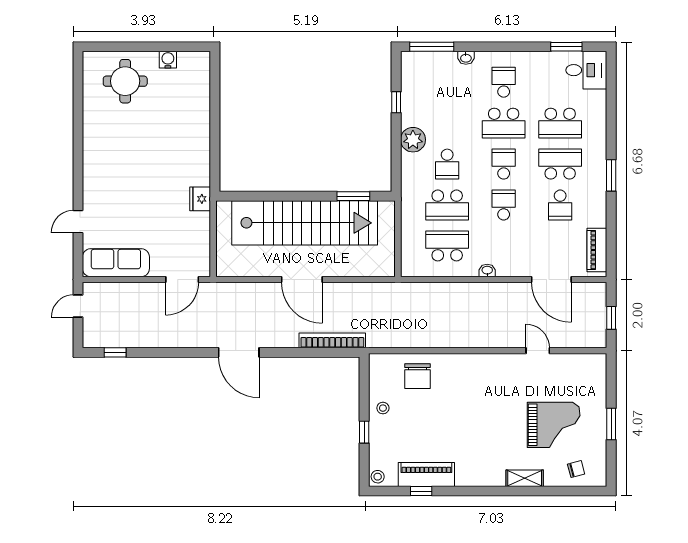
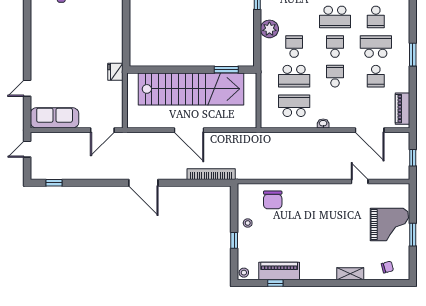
school desk: (560, 123) -> (376, 17), width x0.54
school desk: (447, 164) -> (294, 47), turned 180
grand piano: (554, 425) -> (389, 225), moved

